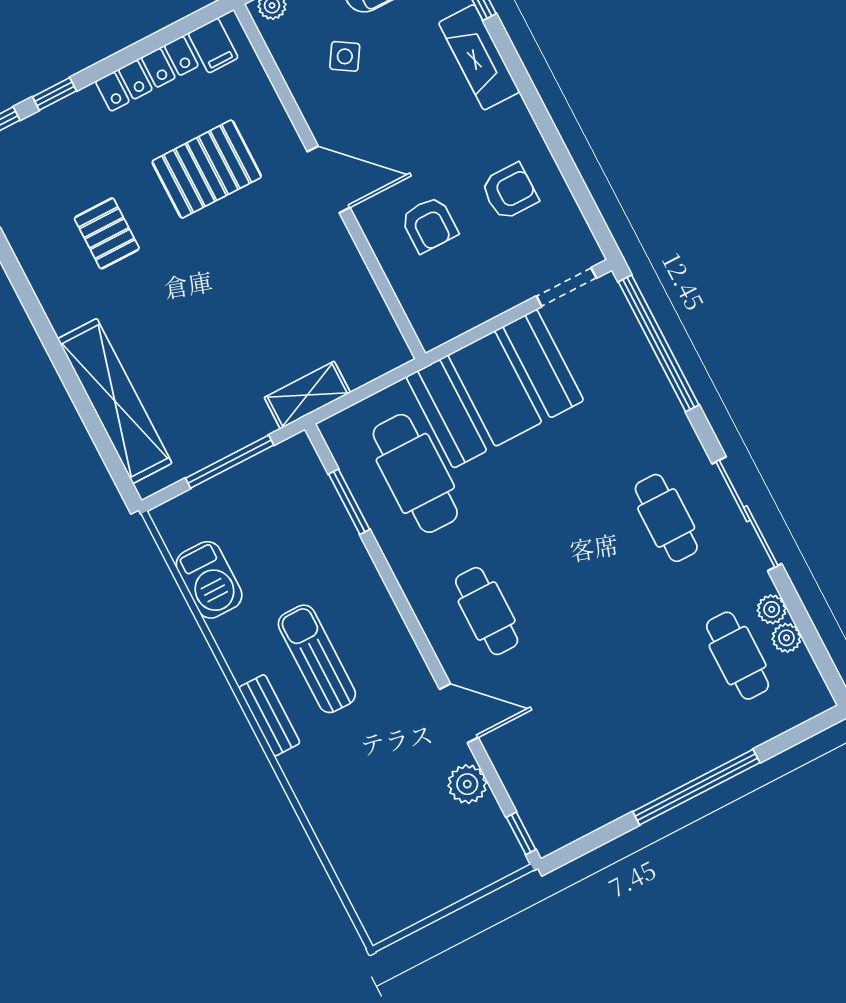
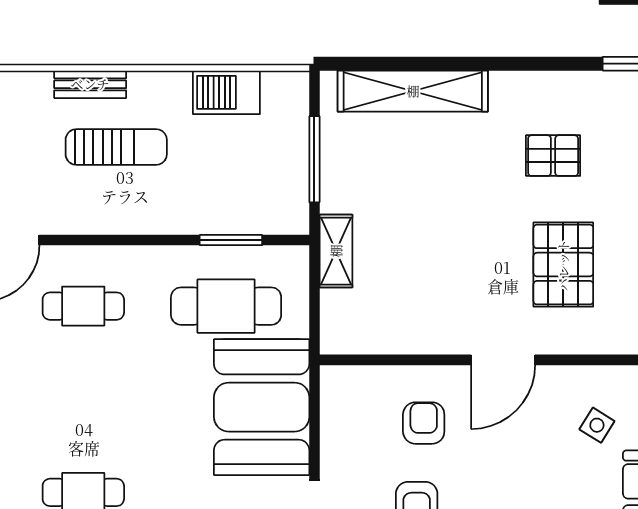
armchair: (429, 225) -> (424, 423), turned 90

